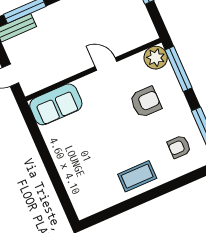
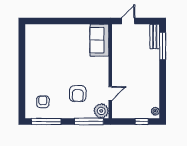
door: (106, 64) -> (110, 94), moved
coffee table: (137, 176) -> (36, 70), removed

